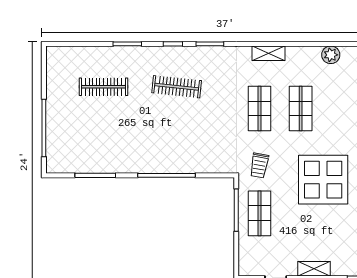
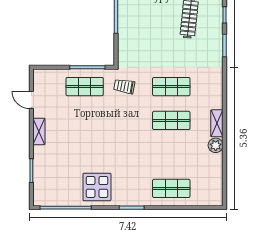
shelving: (269, 53) -> (217, 123), moved
display table: (323, 180) -> (113, 139), removed

